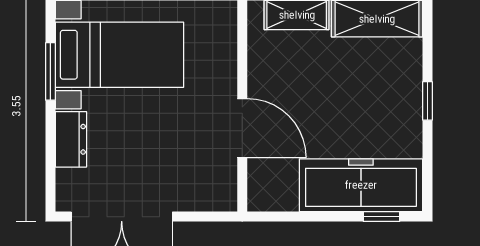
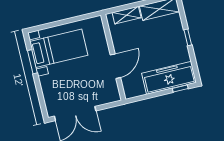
door: (242, 128) -> (115, 66), hinge flipped
dresser: (71, 139) -> (47, 87), removed

